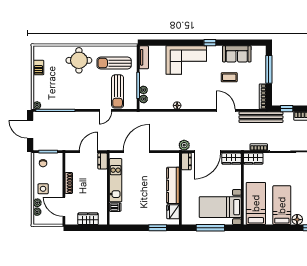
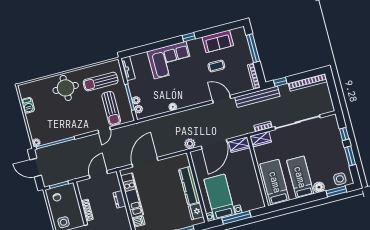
dresser: (102, 161) -> (119, 199), moved
dresser: (186, 161) -> (196, 159), removed
bed with nightstands: (220, 207) -> (220, 197), moved, turned 90

